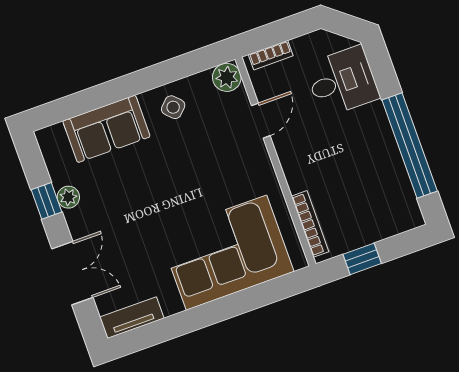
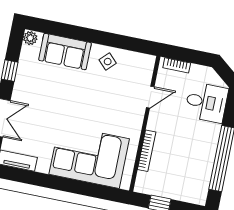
plant: (227, 77) -> (146, 63), removed
plant: (68, 197) -> (30, 38), moved
bookcase: (310, 224) -> (147, 151), moved

